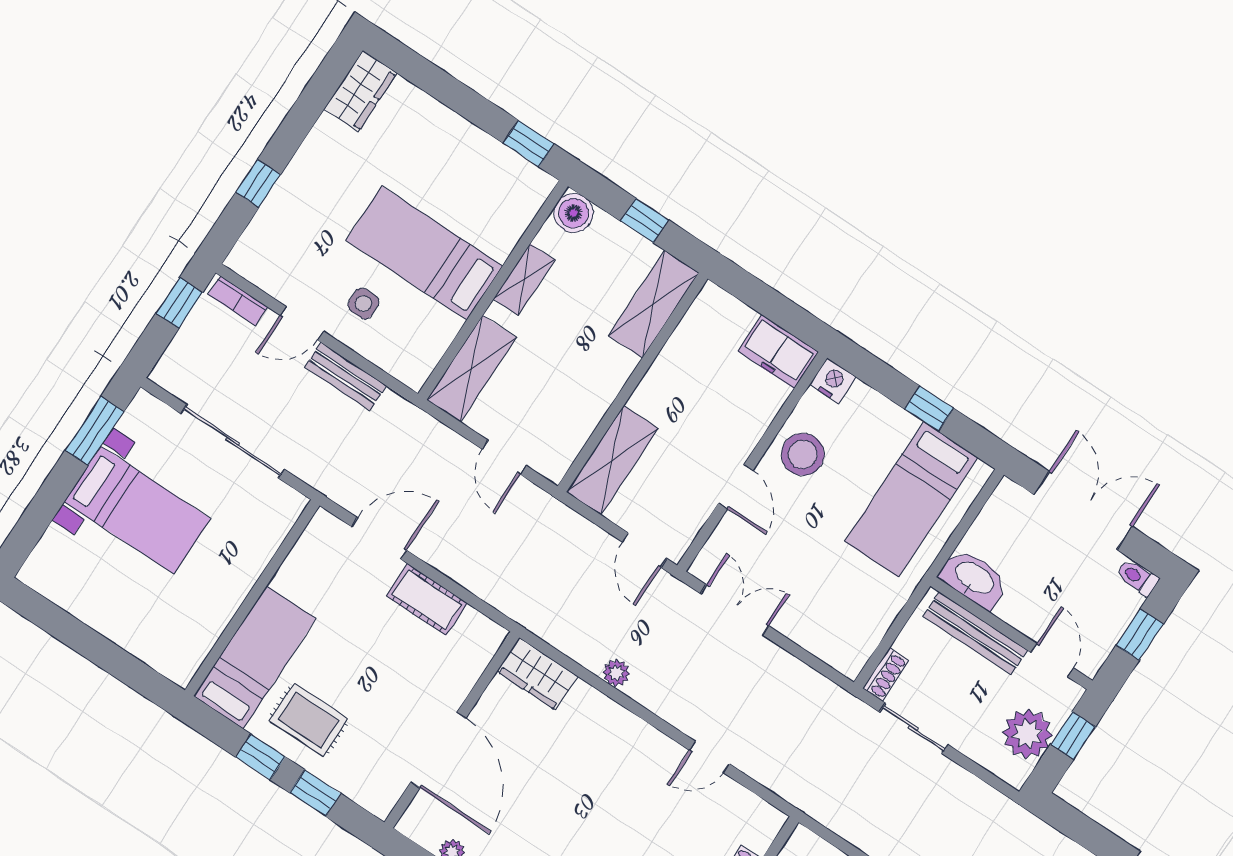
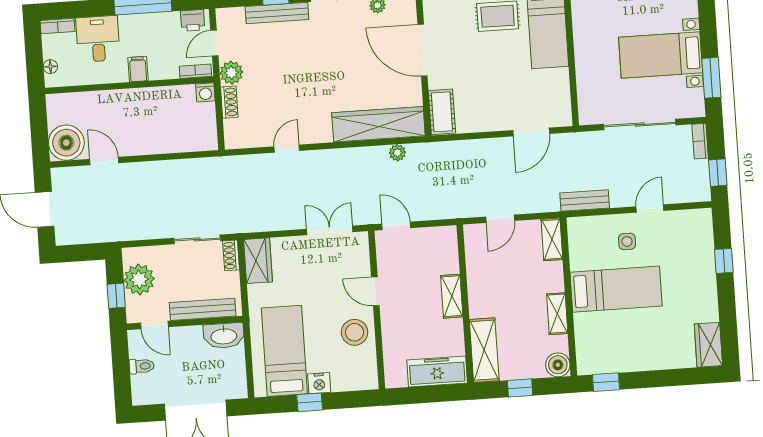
bookcase: (238, 301) -> (700, 141), moved, turned -90
freezer: (778, 352) -> (437, 371), moved, width x1.40
shelving: (471, 369) -> (552, 239), width x0.67, depth x0.75
bench: (346, 376) -> (585, 201), moved
nightstand: (833, 381) -> (319, 383), moved
door: (504, 457) -> (500, 219), swing flipped
shelving: (612, 460) -> (452, 296), moved, width x0.67, depth x0.75
toilet: (1137, 577) -> (142, 366), moved
cot: (427, 600) -> (442, 112), moved, turned 90
double door: (735, 610) -> (330, 230), swing flipped
window: (1140, 635) -> (121, 370), removed
wardrobe: (856, 641) -> (258, 261), added
plant: (616, 673) -> (397, 153), moved
wardrobe: (537, 674) -> (378, 124), width x2.10, depth x1.17

